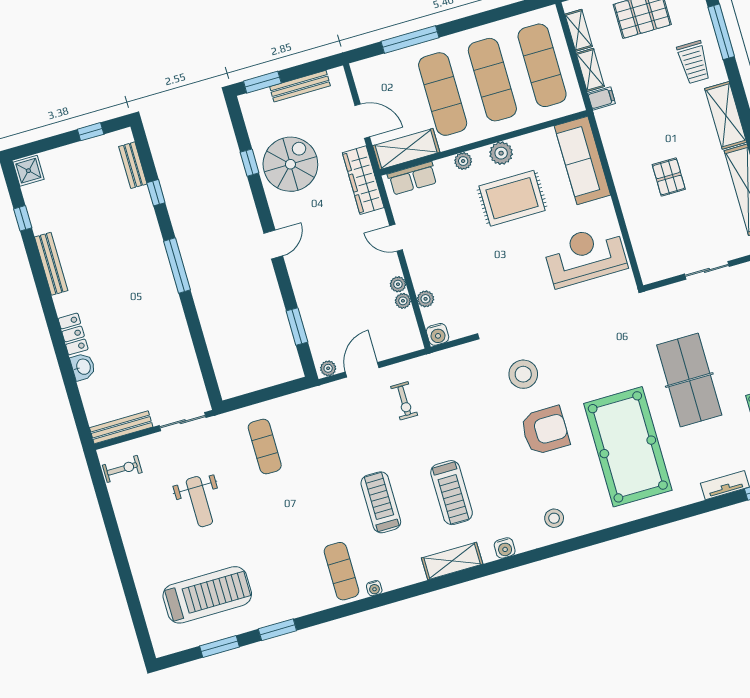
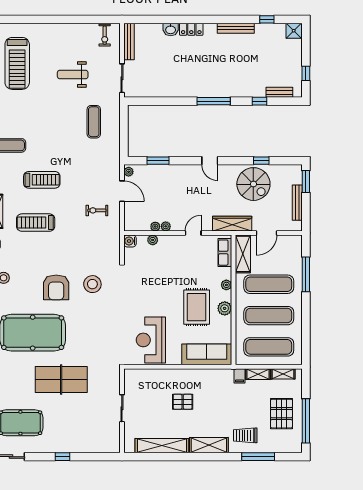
reception desk: (585, 256) -> (151, 340), turned 180
exercise mat: (265, 446) -> (94, 122), turned 90

